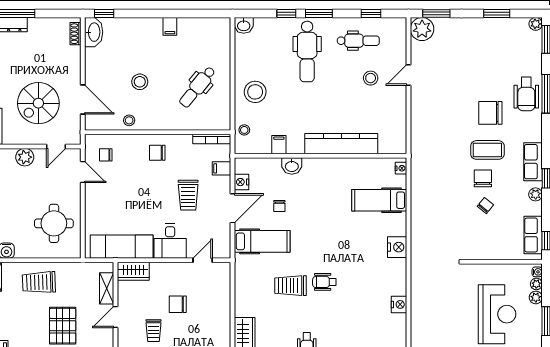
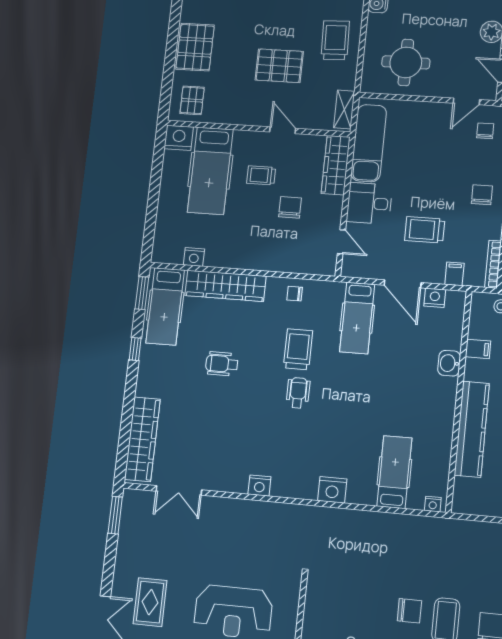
chair: (279, 206) -> (295, 294), moved
chair: (485, 206) -> (374, 610), removed
wardrobe: (133, 271) -> (336, 165), width x1.50
shelving: (107, 288) -> (344, 109), moved, turned 90

